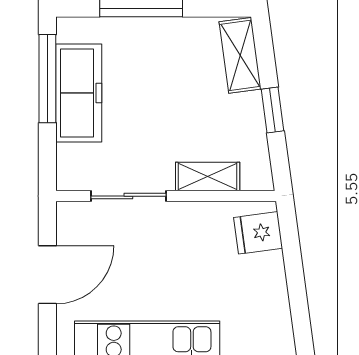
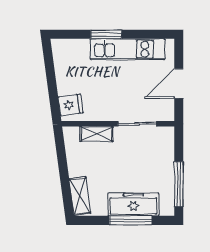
freezer: (79, 93) -> (133, 204), moved, turned 90
window: (273, 110) -> (63, 168), removed

